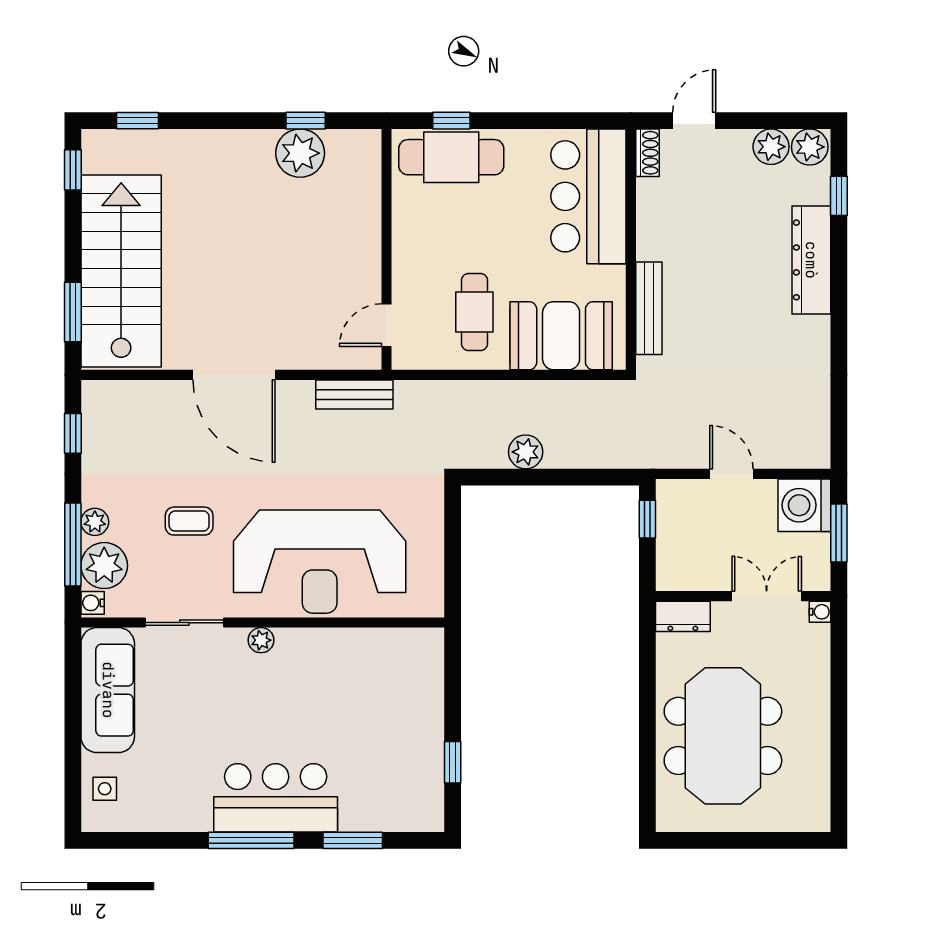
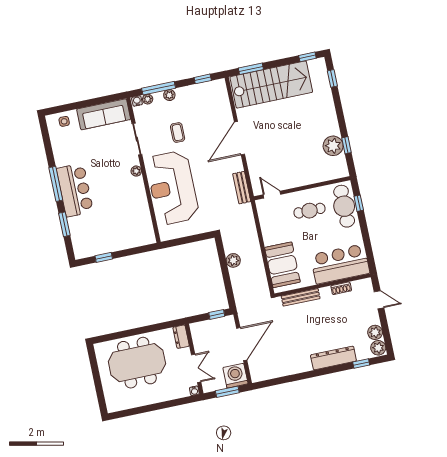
shoe rack: (647, 153) -> (341, 288), moved
cafe table: (474, 312) -> (310, 211), moved
door: (731, 474) -> (242, 344), width x1.88
plant: (104, 566) -> (148, 99), width x0.53, depth x0.53

